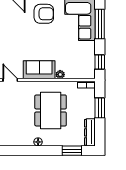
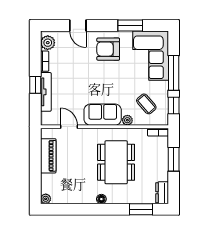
armchair: (44, 14) -> (108, 49), turned 180
window: (100, 24) -> (174, 73), moved
coffee table: (76, 61) -> (146, 104), added
dresser: (90, 132) -> (162, 193), width x0.70

